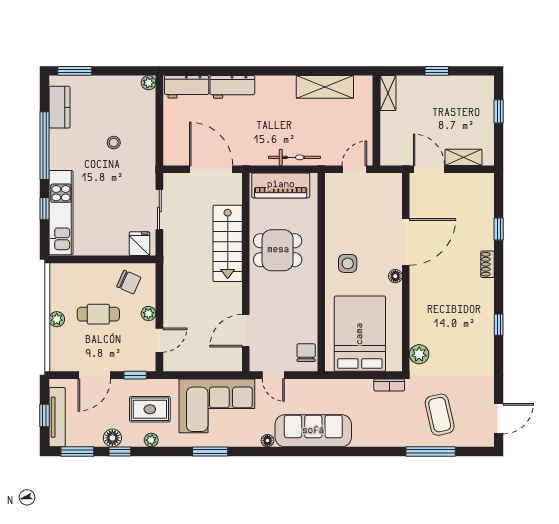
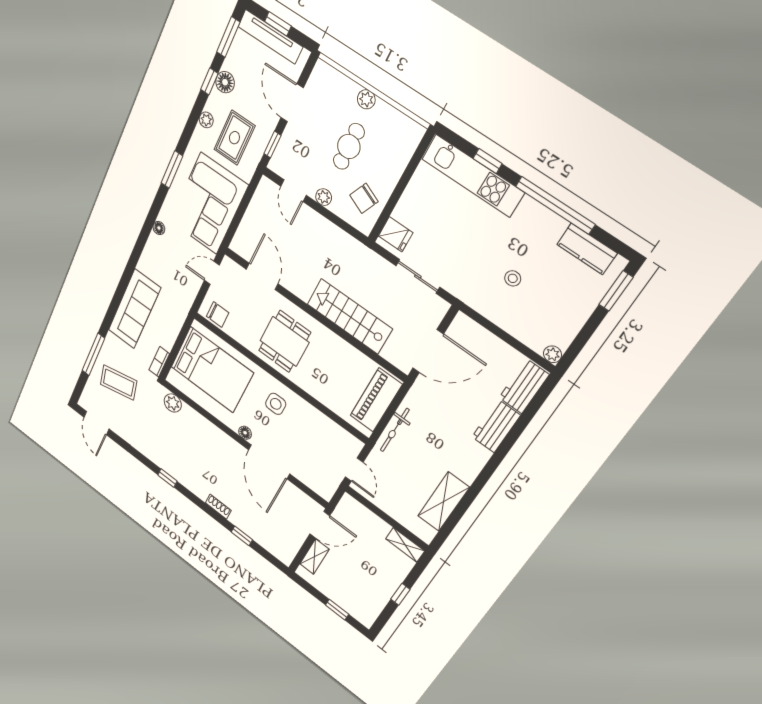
dining table: (278, 250) -> (285, 341), moved
sofa: (313, 431) -> (134, 309), moved

